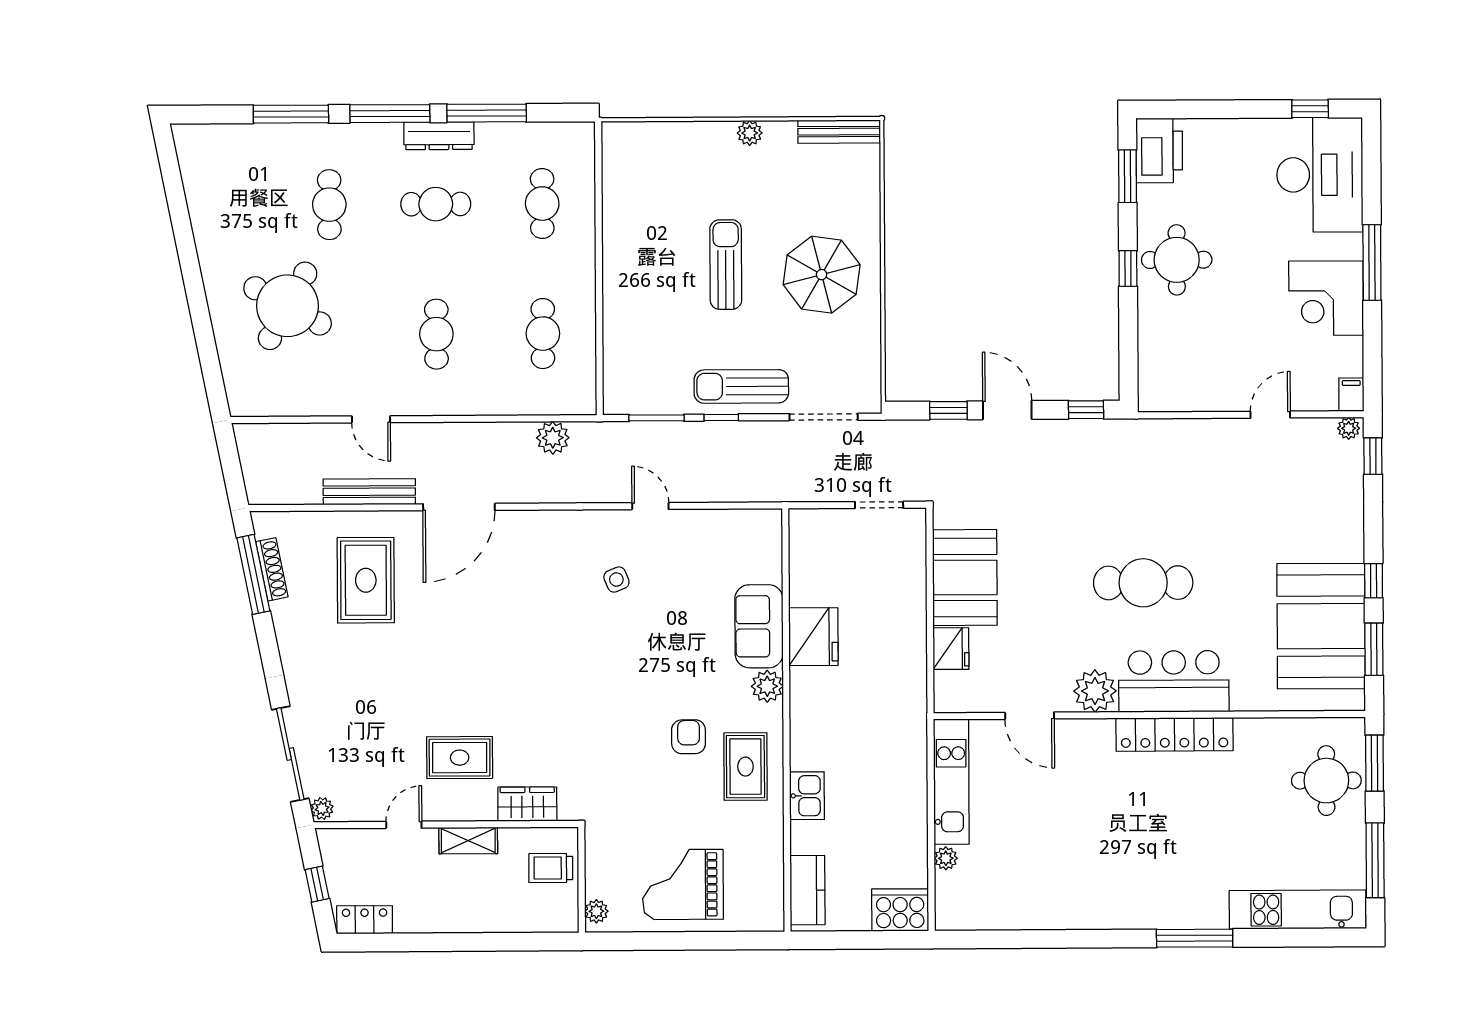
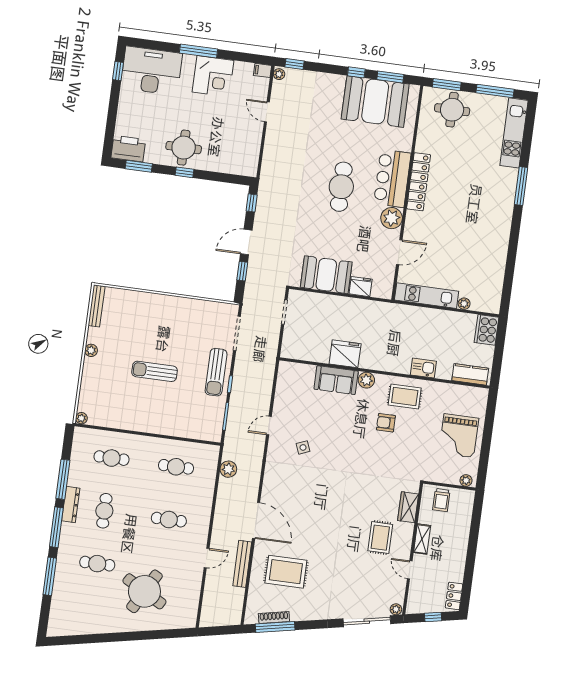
plant: (613, 133) -> (81, 418), added
parasol: (822, 275) -> (166, 325), removed

